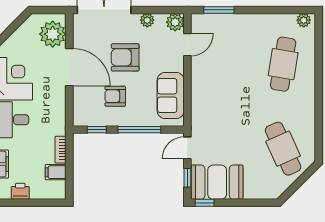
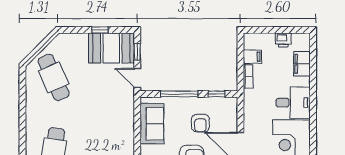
armchair: (115, 96) -> (200, 123), turned 90
door: (187, 148) -> (137, 78), swing flipped
window: (205, 203) -> (100, 30), moved

